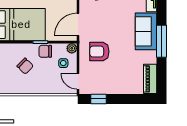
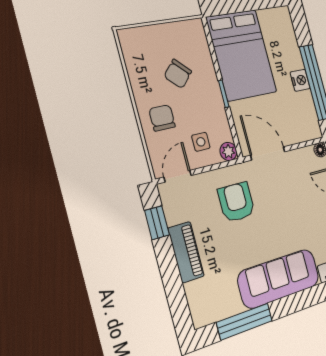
sofa: (146, 31) -> (279, 278), width x1.36
window: (162, 41) -> (245, 322), moved
chair: (45, 51) -> (162, 118), moved
piano: (150, 79) -> (186, 252), moved, turned 90

